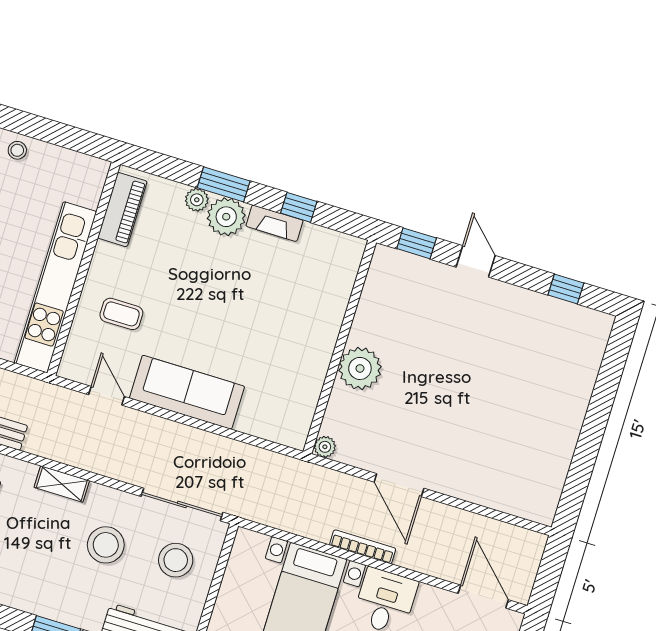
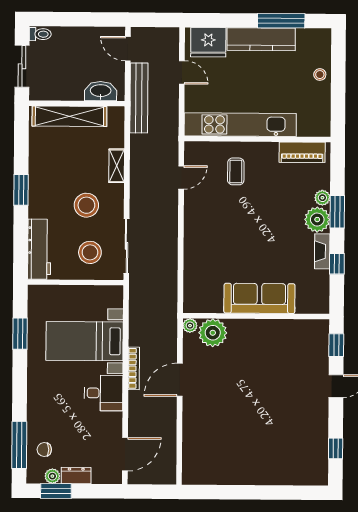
plant: (360, 368) -> (213, 333), moved
sofa: (187, 392) -> (259, 298), moved, turned -90

